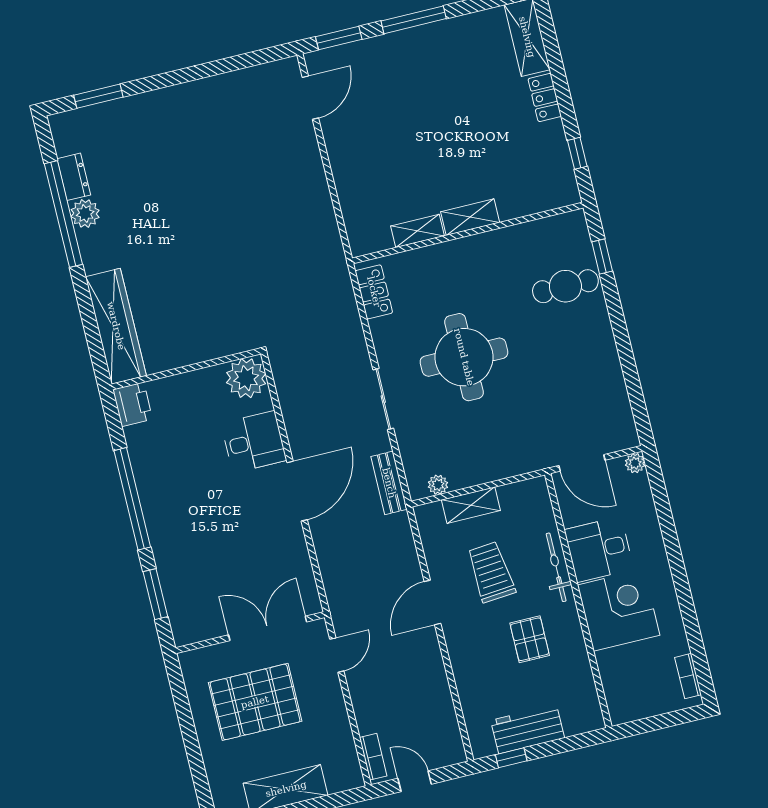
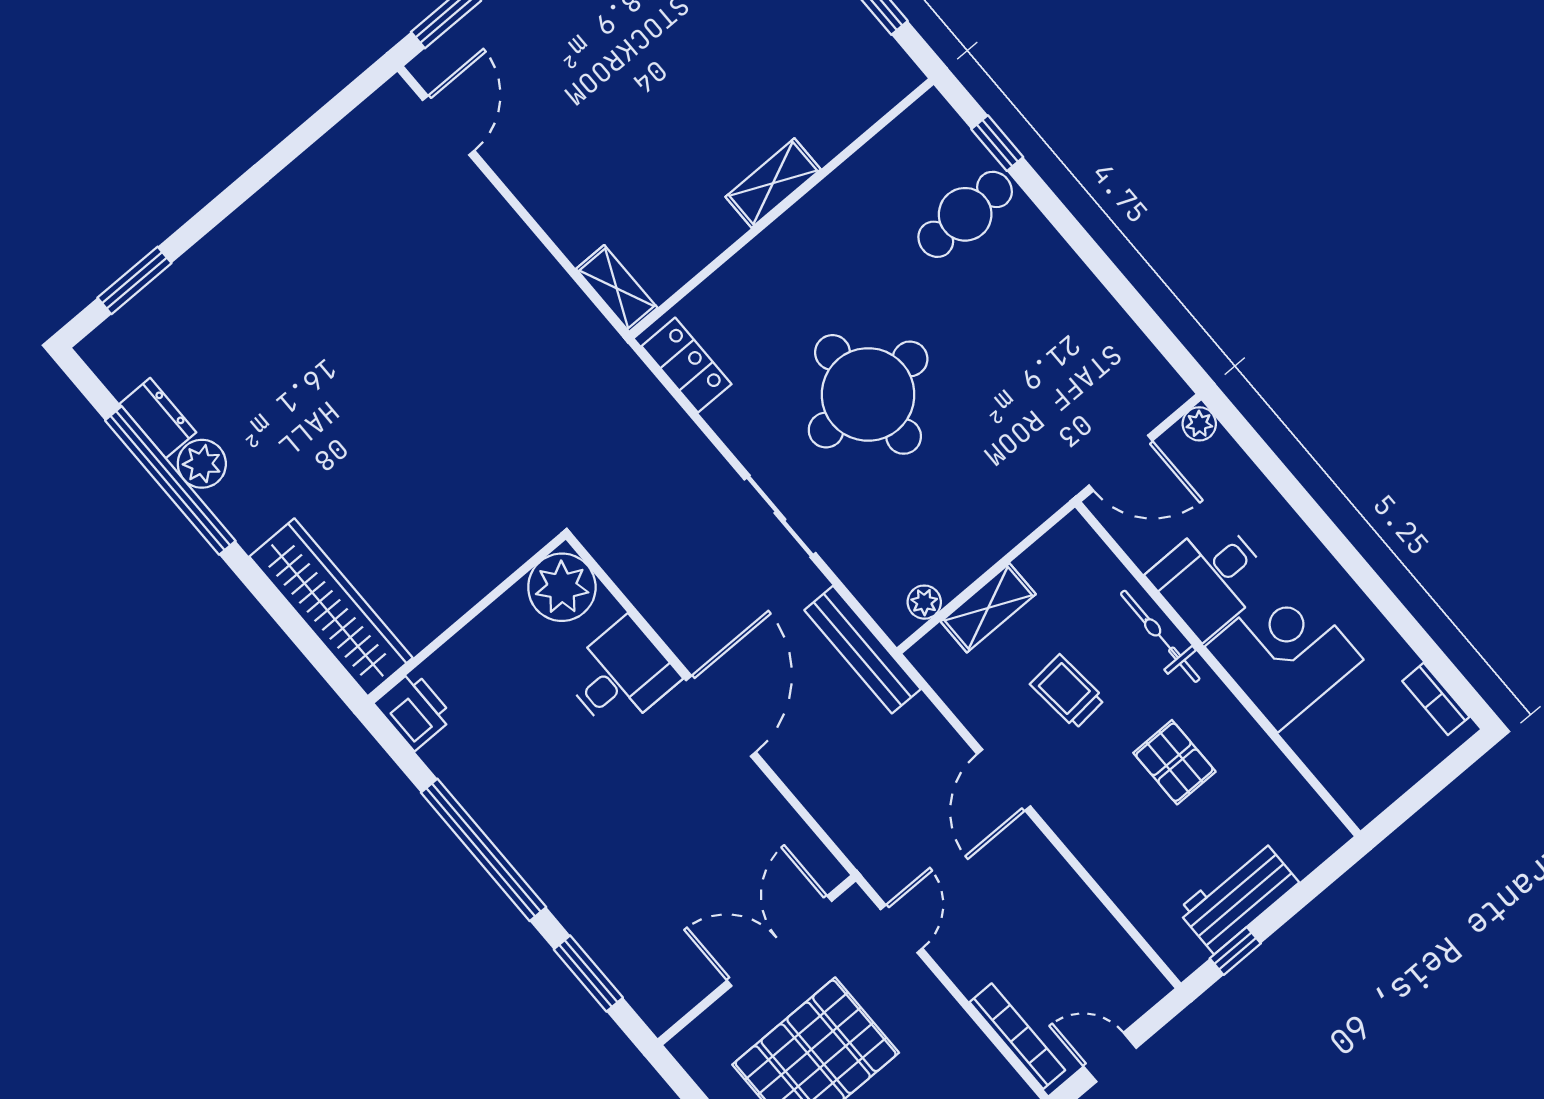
shelving: (417, 231) -> (617, 288), moved, turned 90
bench: (389, 483) -> (862, 650), width x1.36
trolley: (491, 572) -> (1068, 692), width x0.73, depth x0.72
bookcase: (373, 757) -> (1017, 1036), width x1.56

